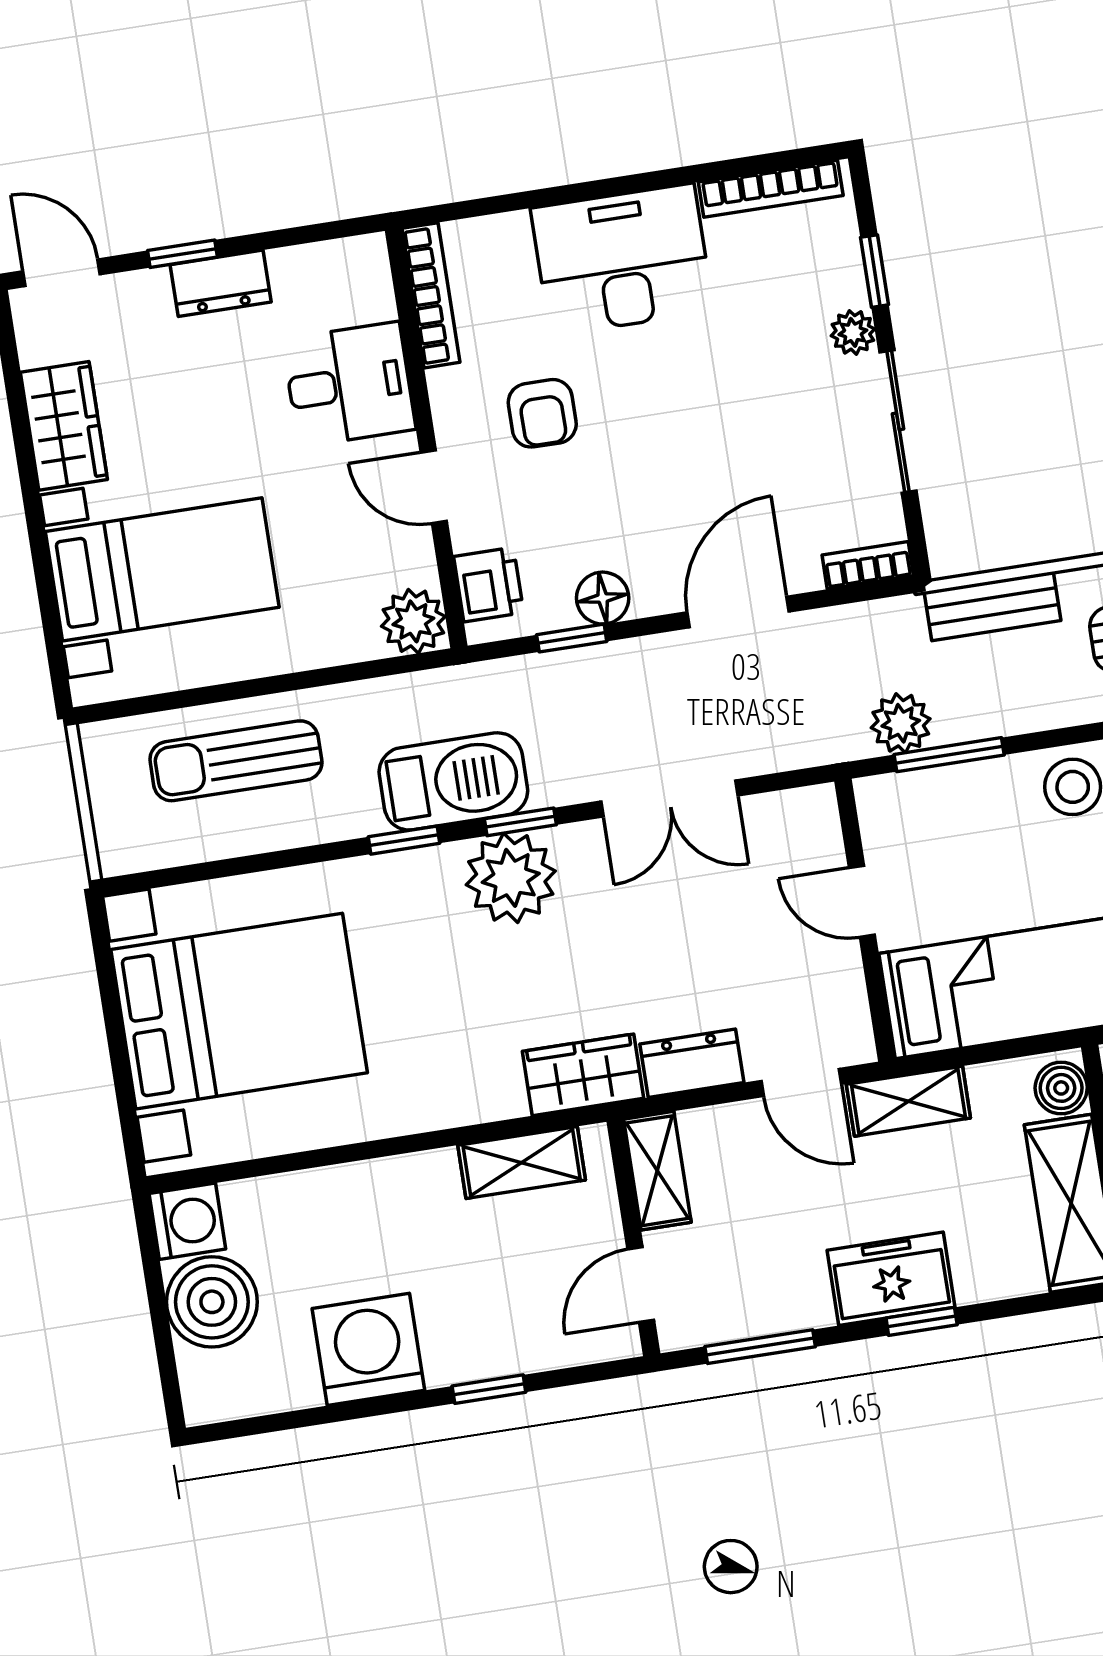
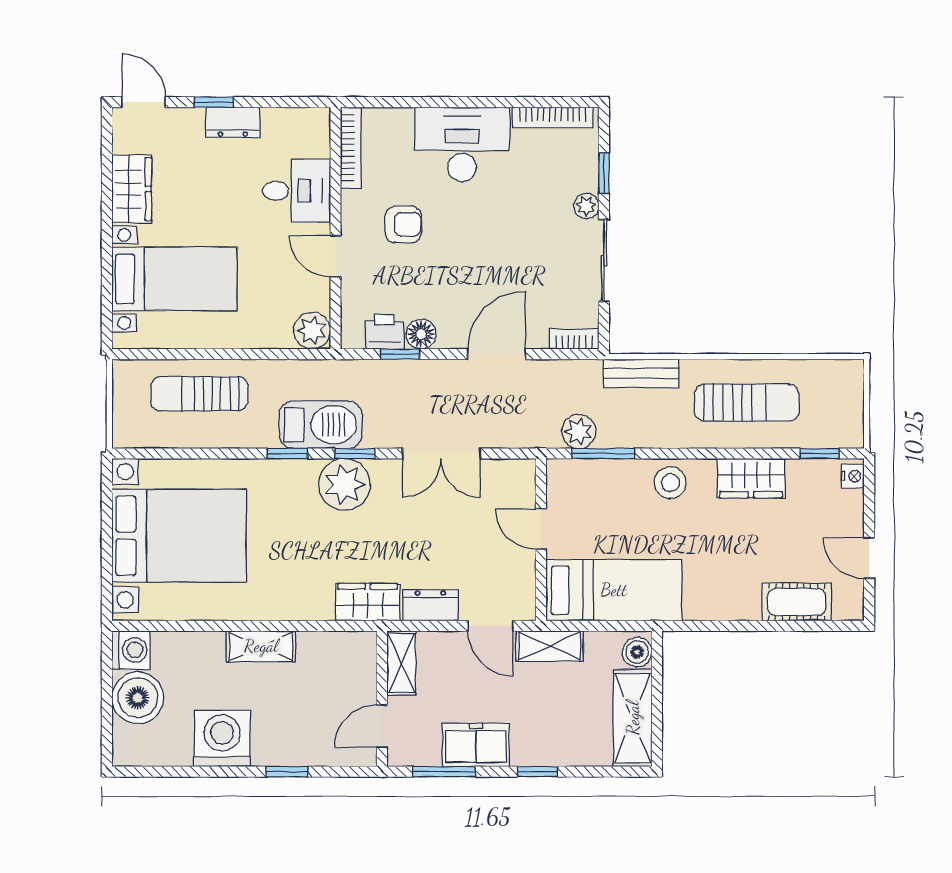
armchair: (542, 413) -> (403, 224), turned -90
printer: (489, 585) -> (385, 332), moved, turned -90
shelving: (522, 1163) -> (261, 646), moved
freezer: (891, 1279) -> (476, 745), moved

